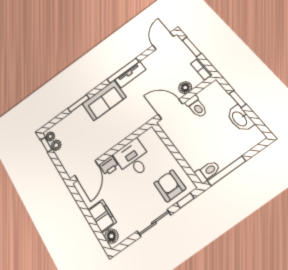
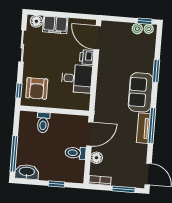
washbasin: (240, 119) -> (27, 172), moved
window: (227, 171) -> (14, 154), moved
toilet: (208, 172) -> (43, 123), moved
armchair: (170, 186) -> (37, 88), turned 90
sliding door: (154, 223) -> (22, 46), moved

